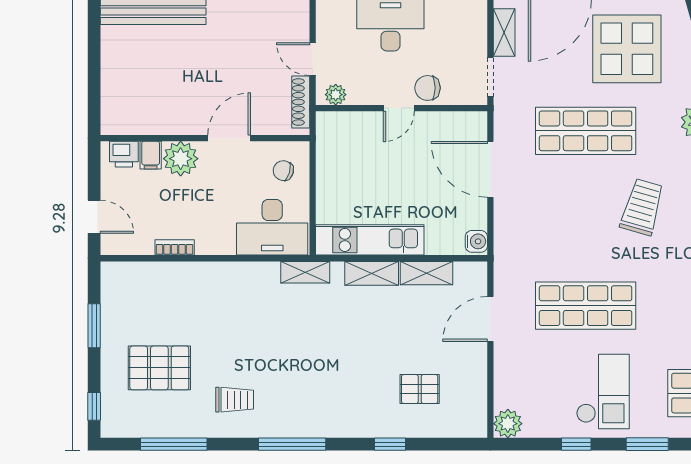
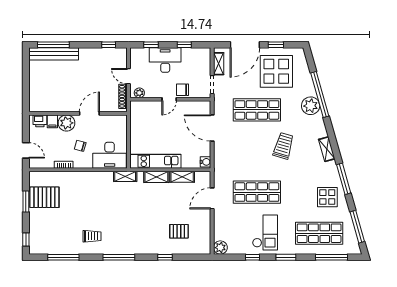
chair: (283, 171) -> (80, 146), moved
pallet: (159, 368) -> (44, 197), moved

